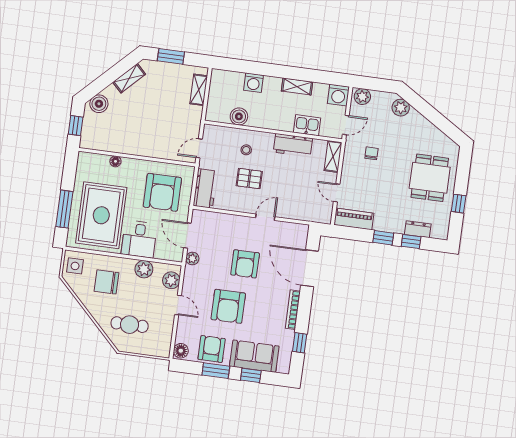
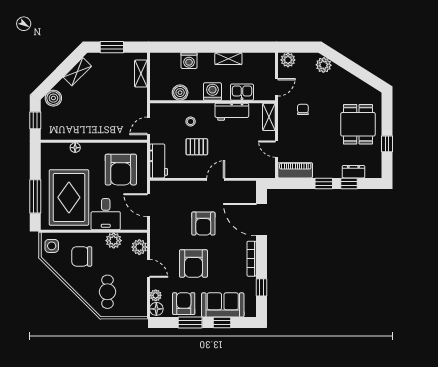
washing machine: (338, 95) -> (212, 91), moved, turned 180
plant: (192, 258) -> (156, 295), moved
cafe table: (130, 325) -> (107, 292), turned 90

